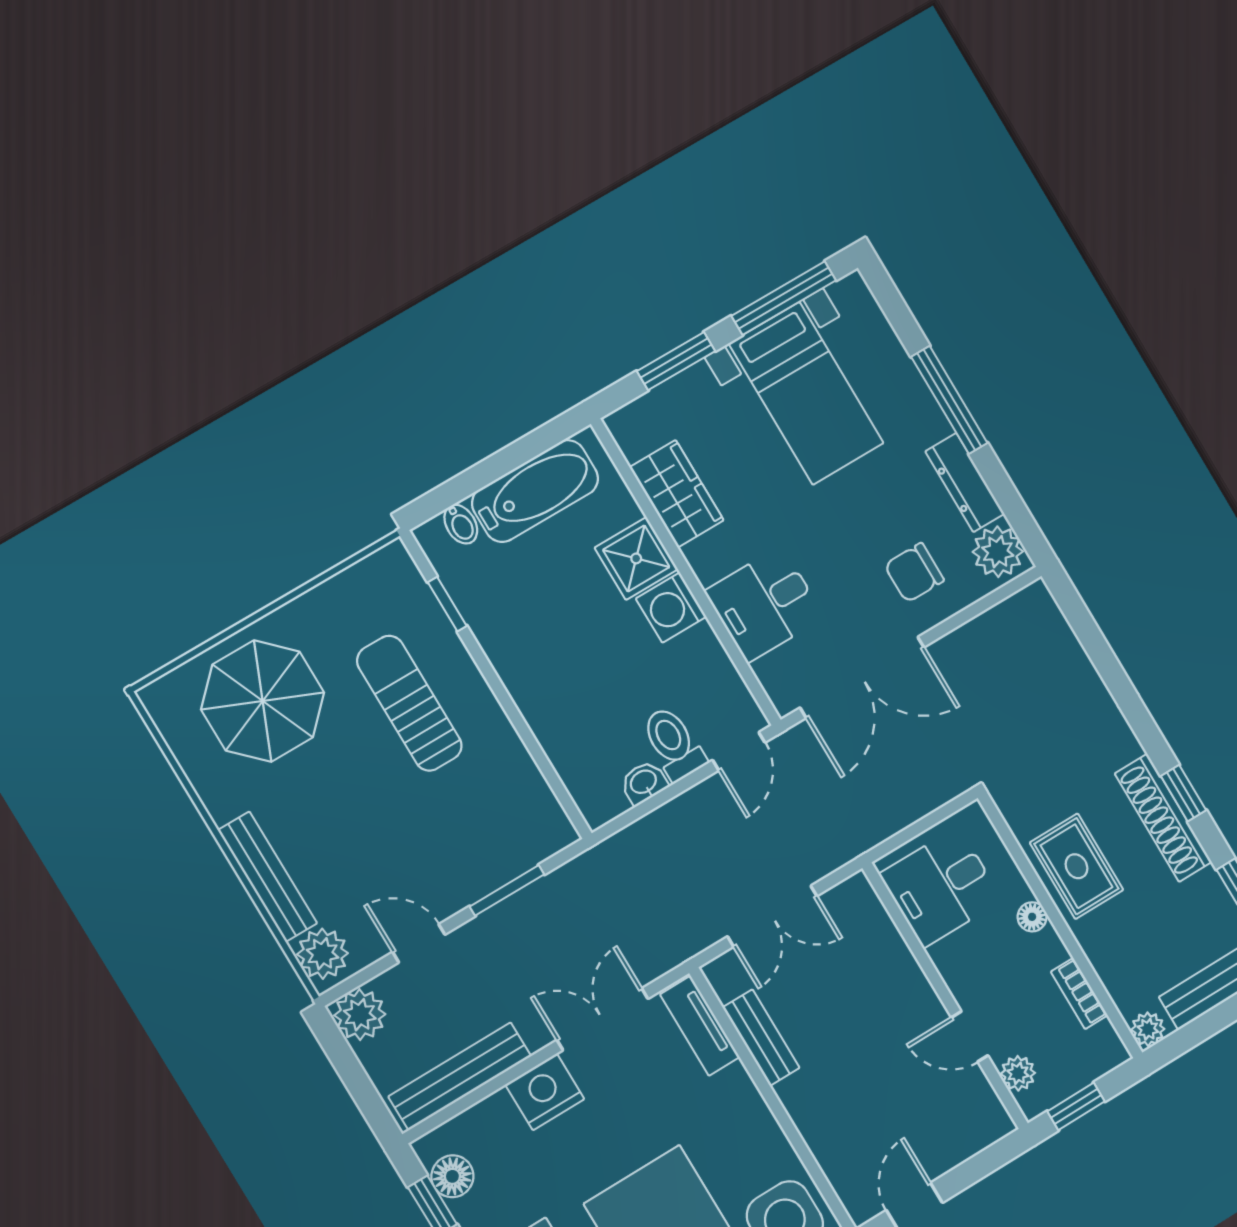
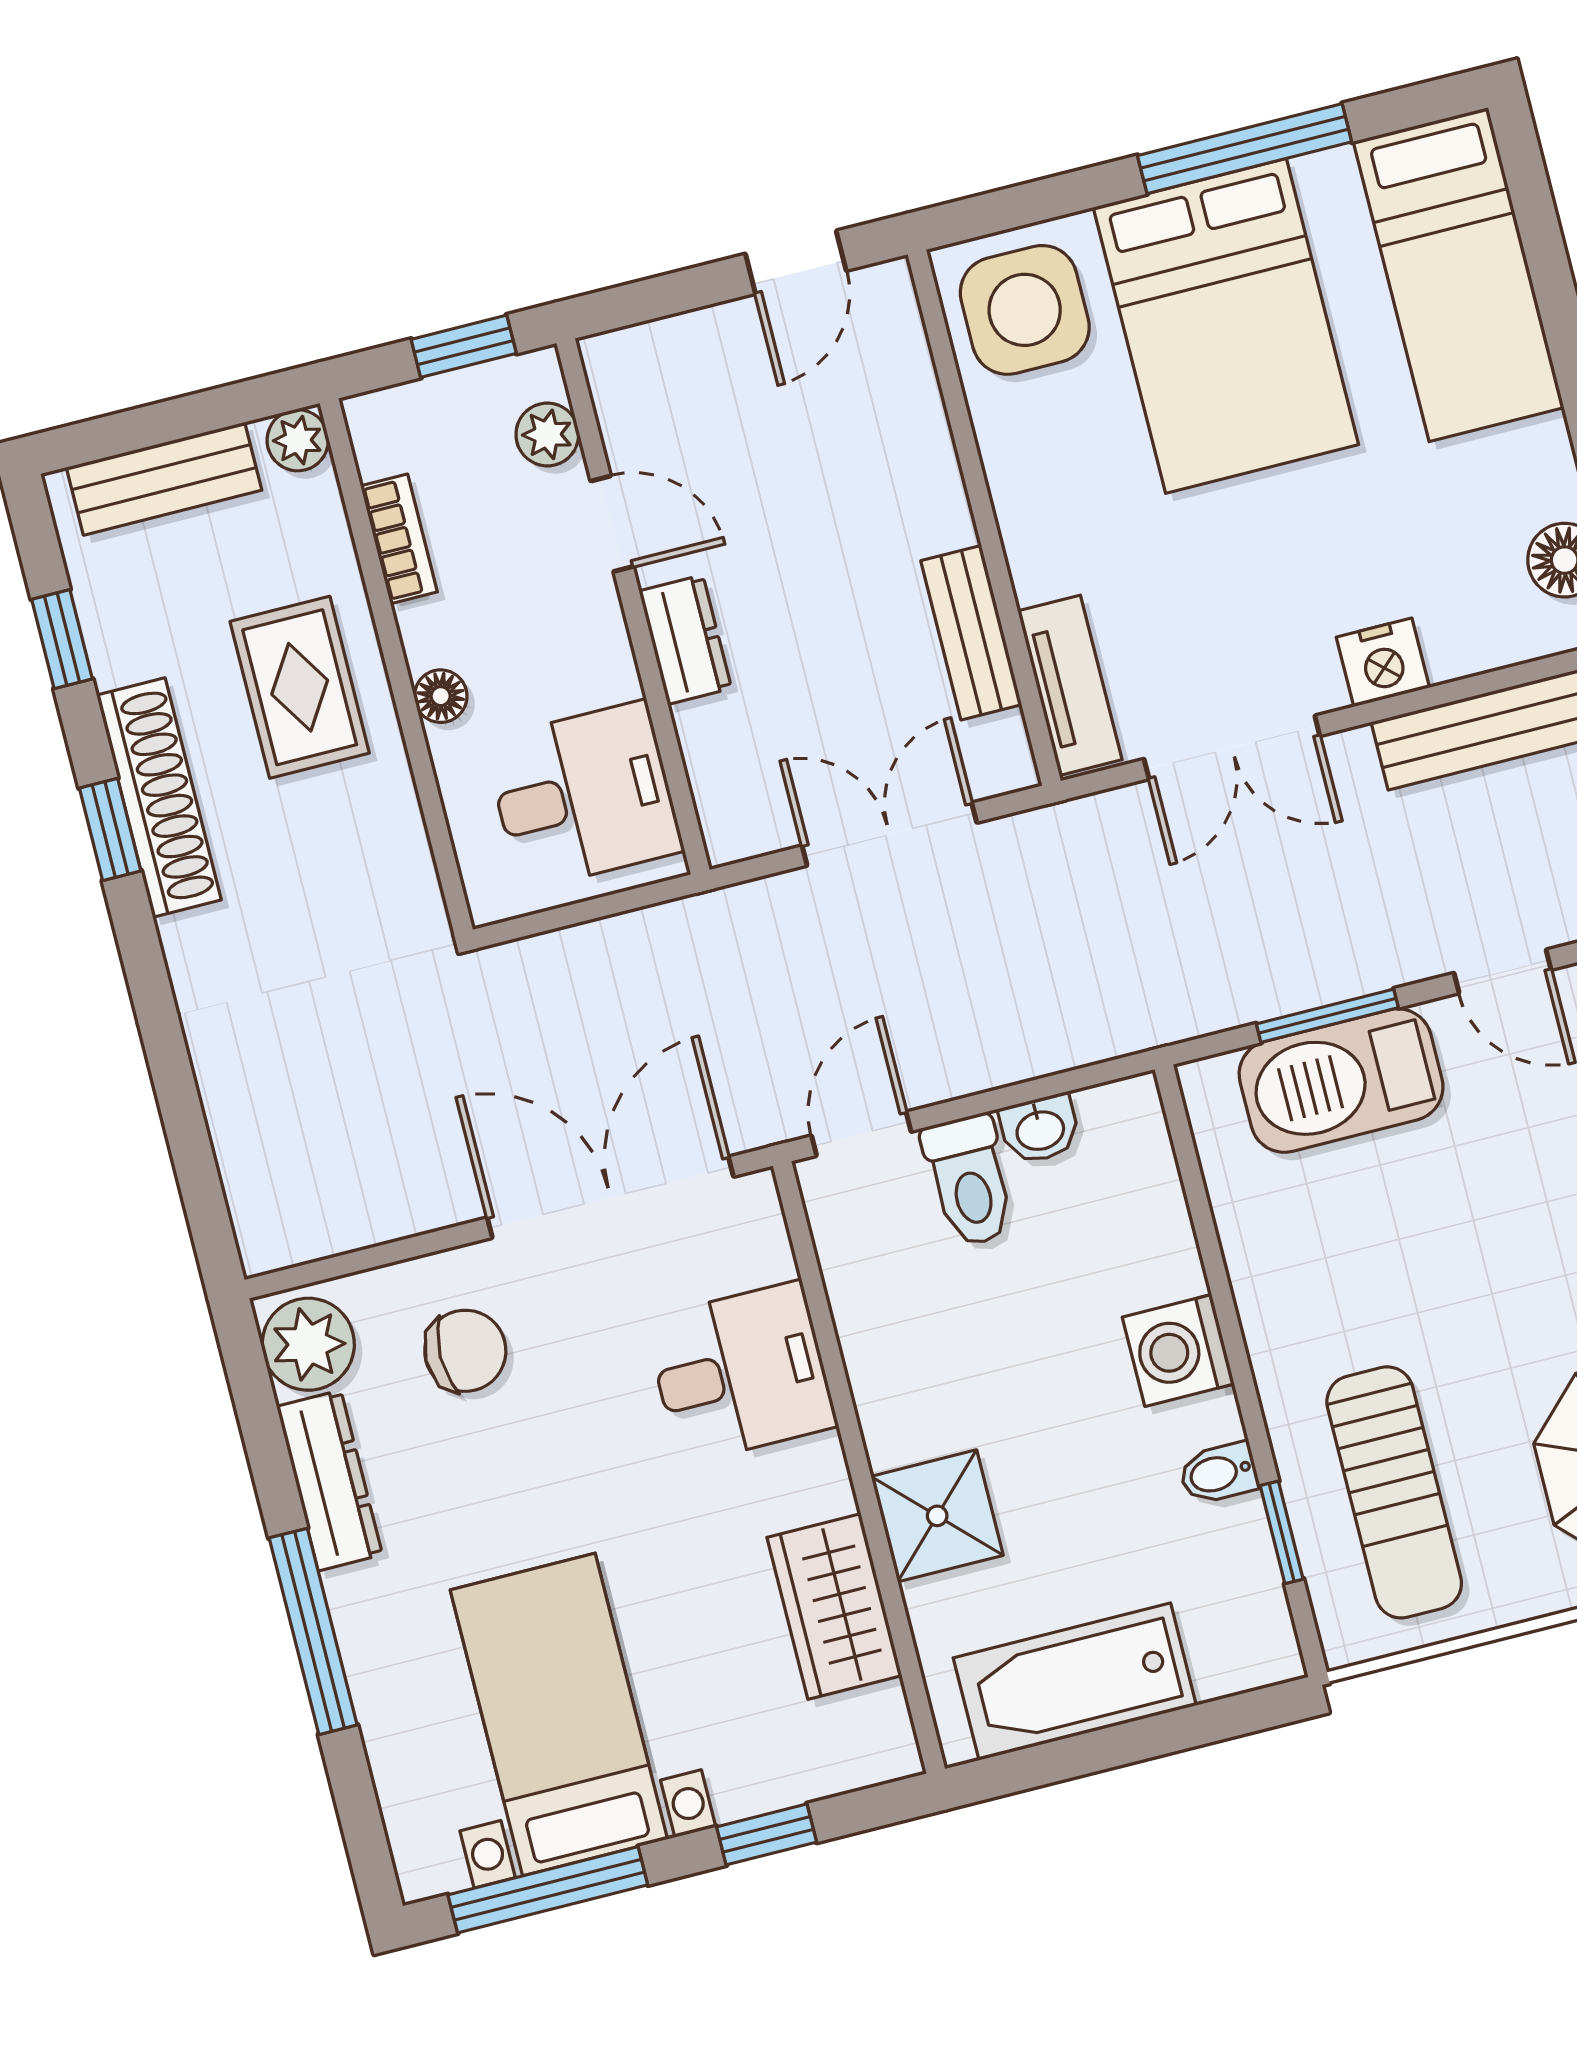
window: (676, 361) -> (767, 1834), width x0.67
bidet: (461, 524) -> (1219, 1473), moved, turned -90
washing machine: (671, 608) -> (1178, 1351), moved, turned 180
sun lounger: (409, 703) -> (1394, 1492), moved
barbecue: (489, 858) -> (1341, 1081), added
rug: (1076, 866) -> (300, 687), moved
dresser: (912, 987) -> (685, 640), added
nightstand: (545, 1092) -> (1383, 662), width x0.74, depth x0.75

